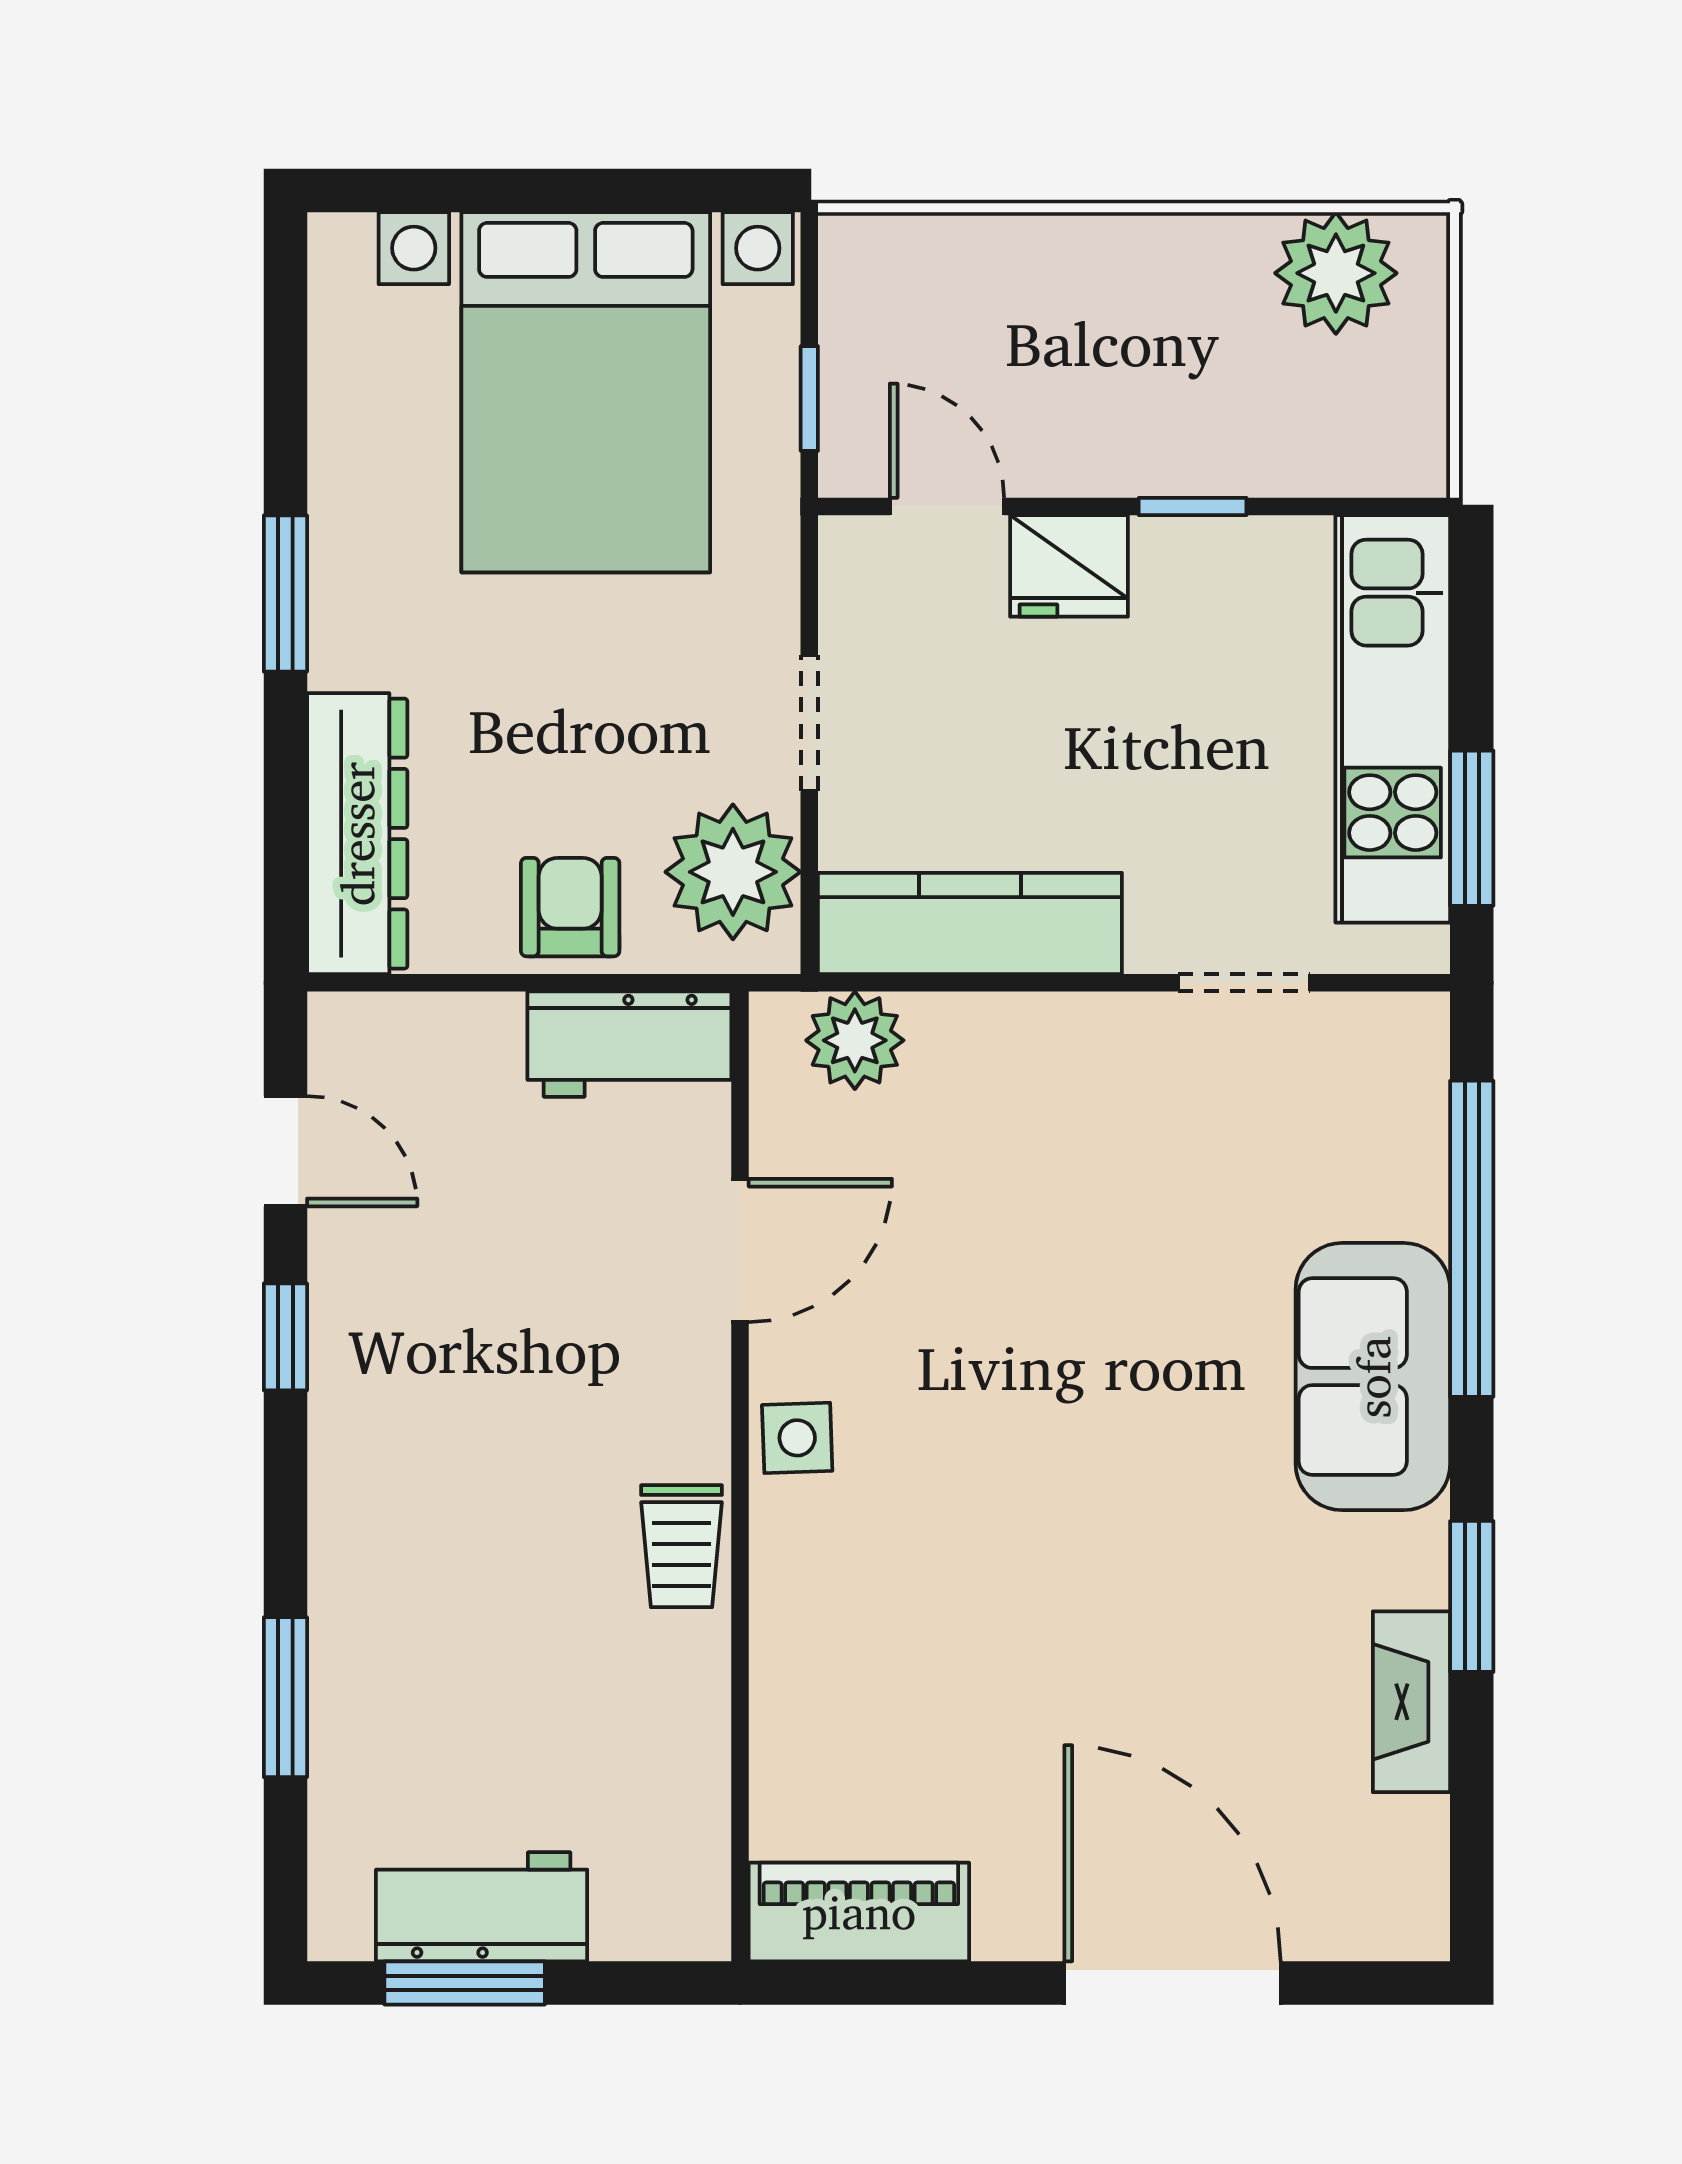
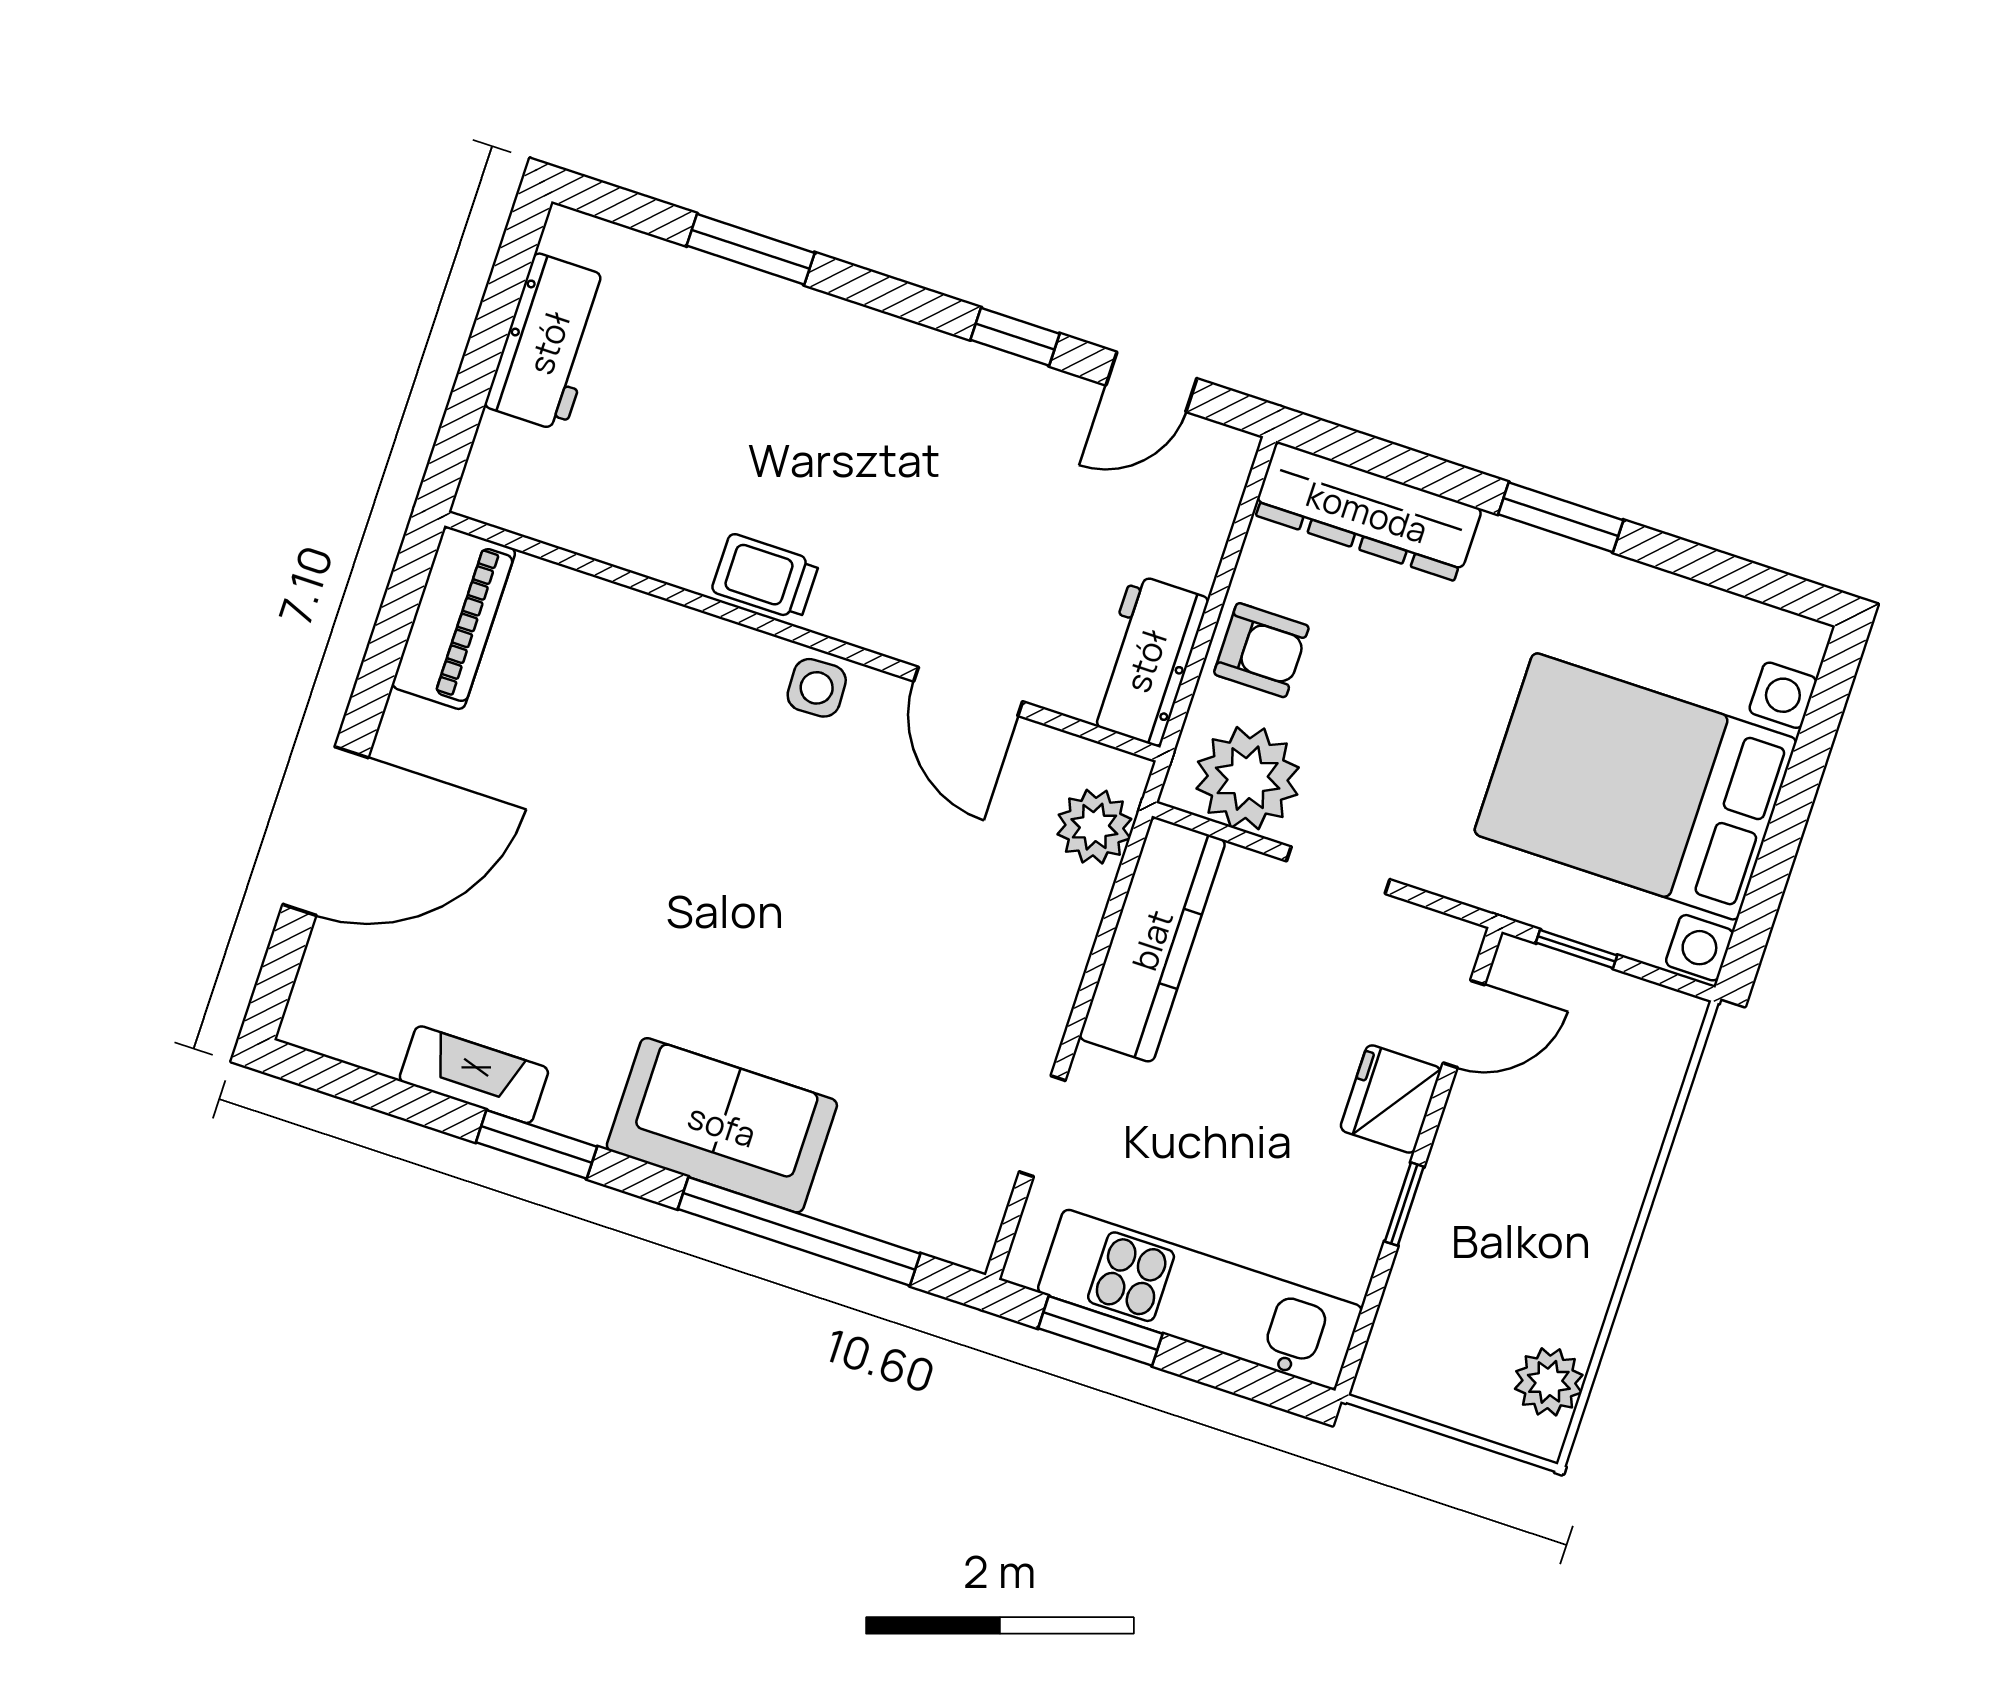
plant: (1336, 273) -> (1549, 1382), width x0.73, depth x0.73
window: (465, 1983) -> (497, 311), removed

